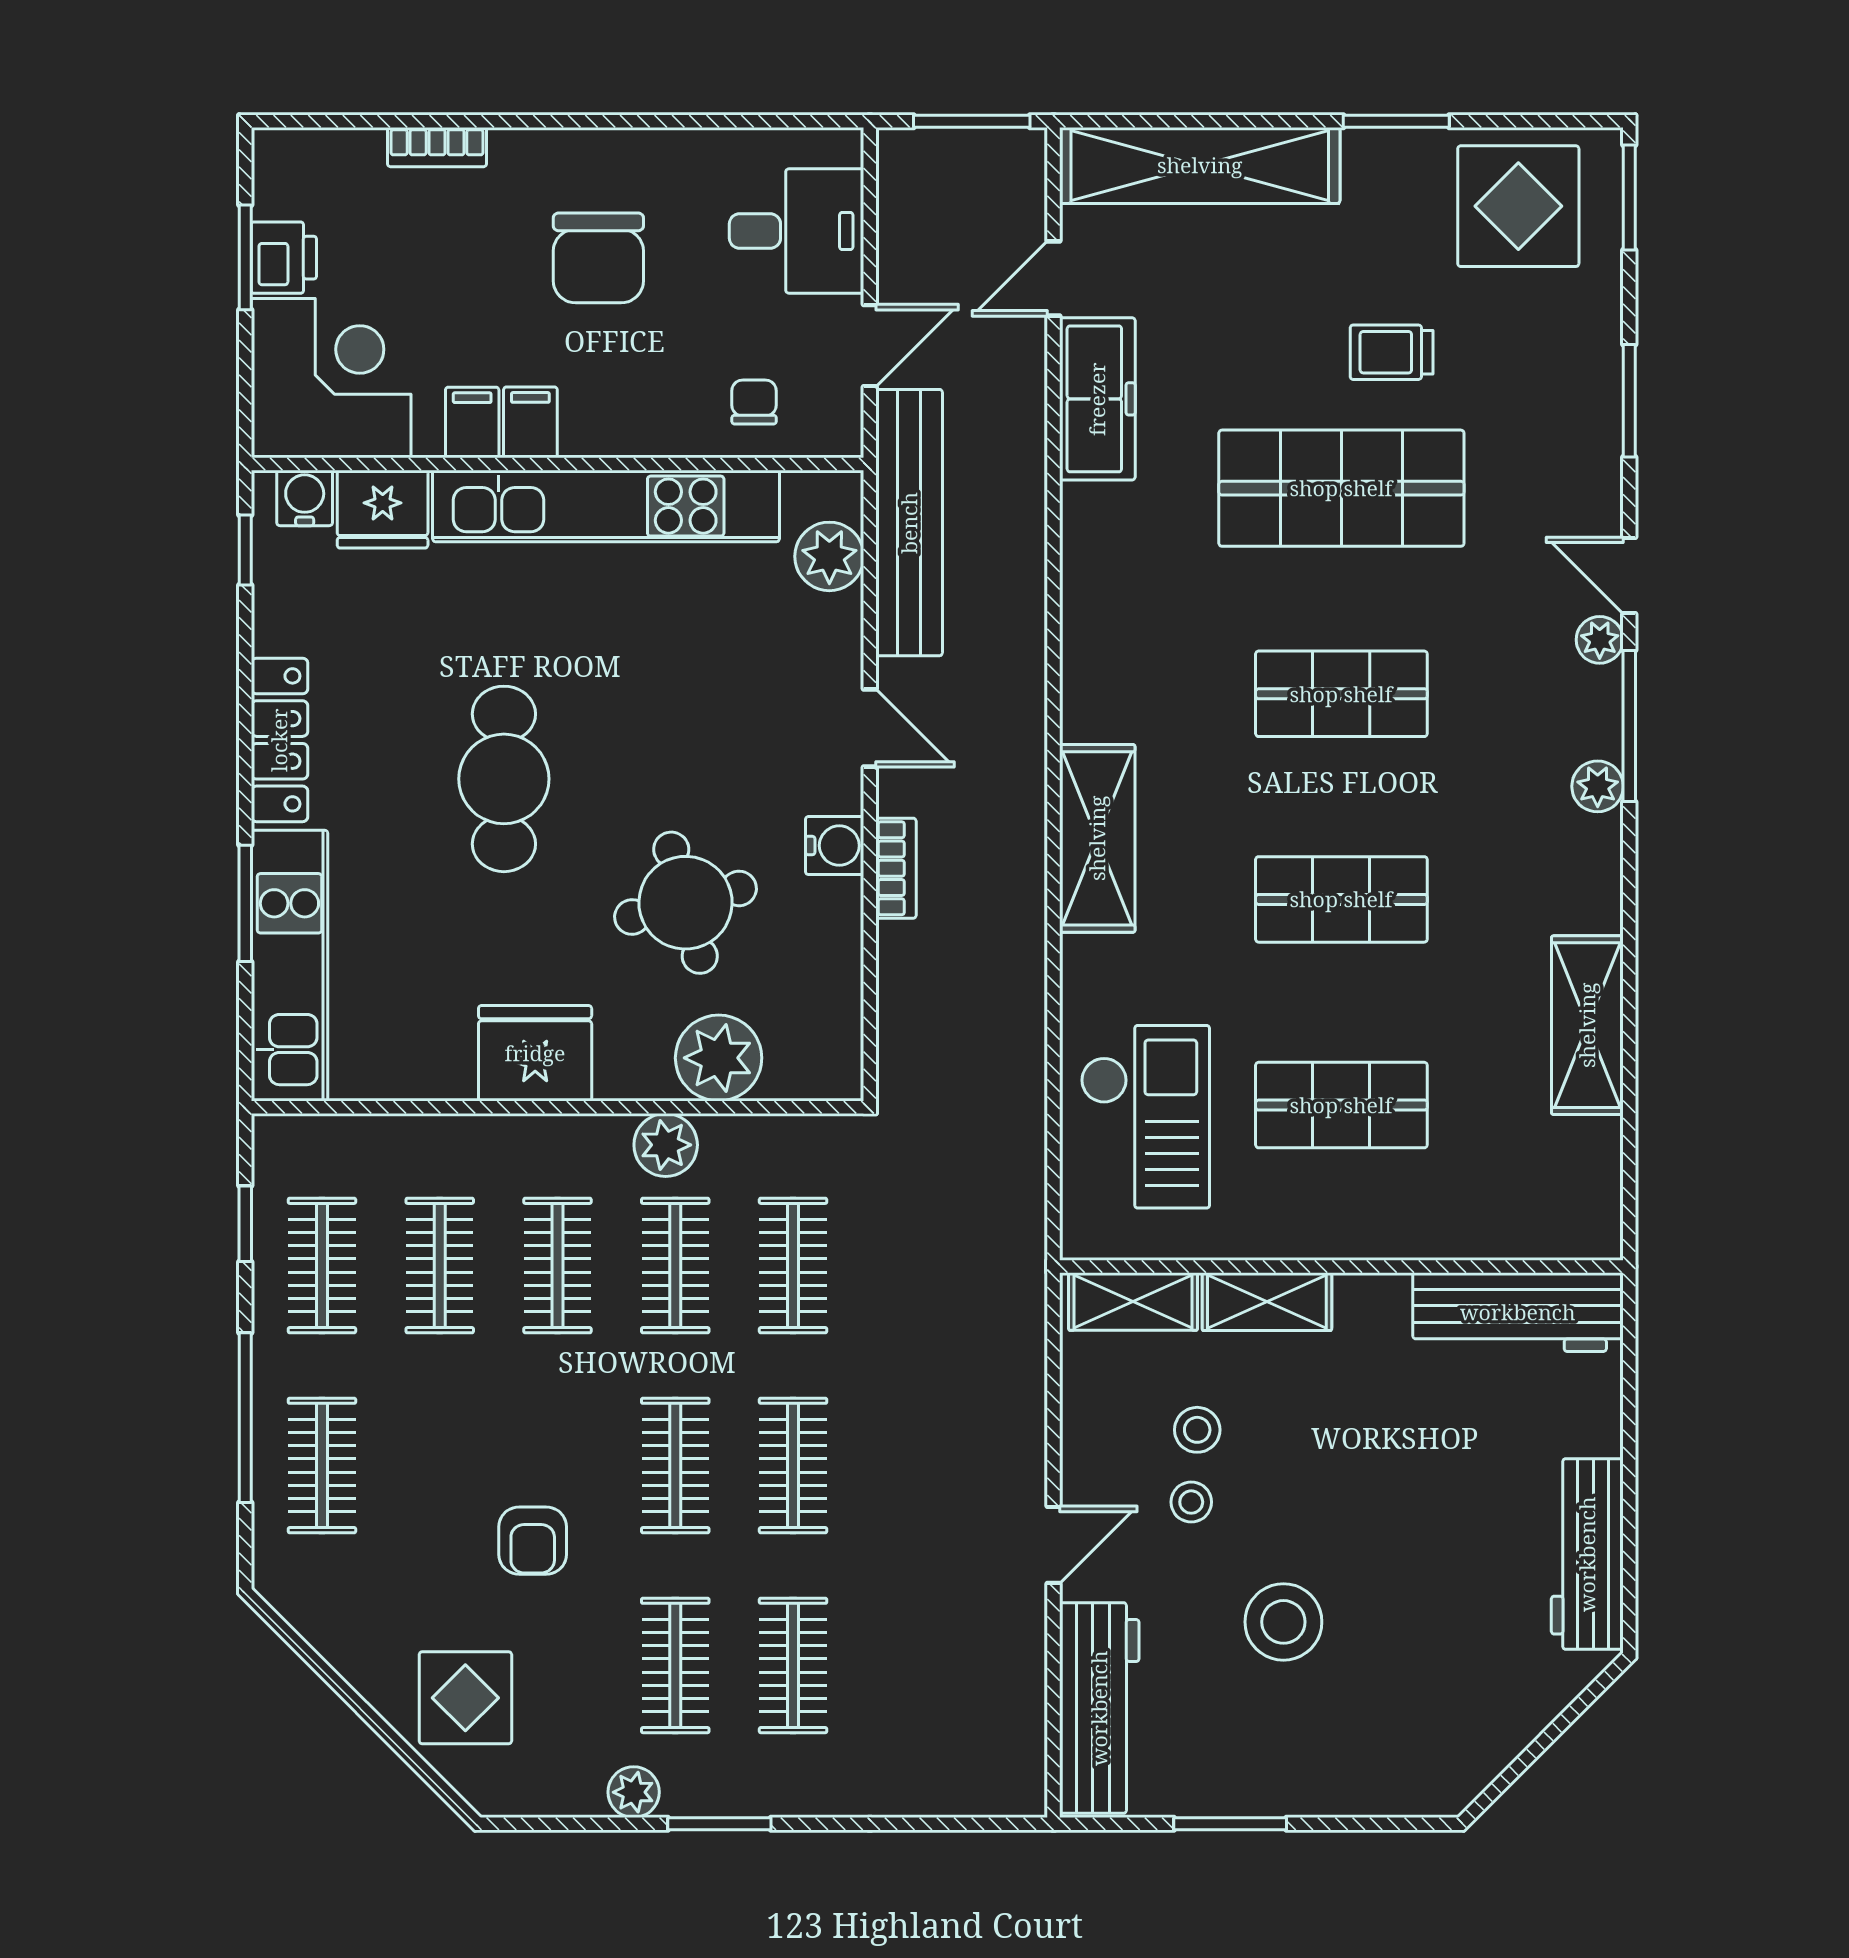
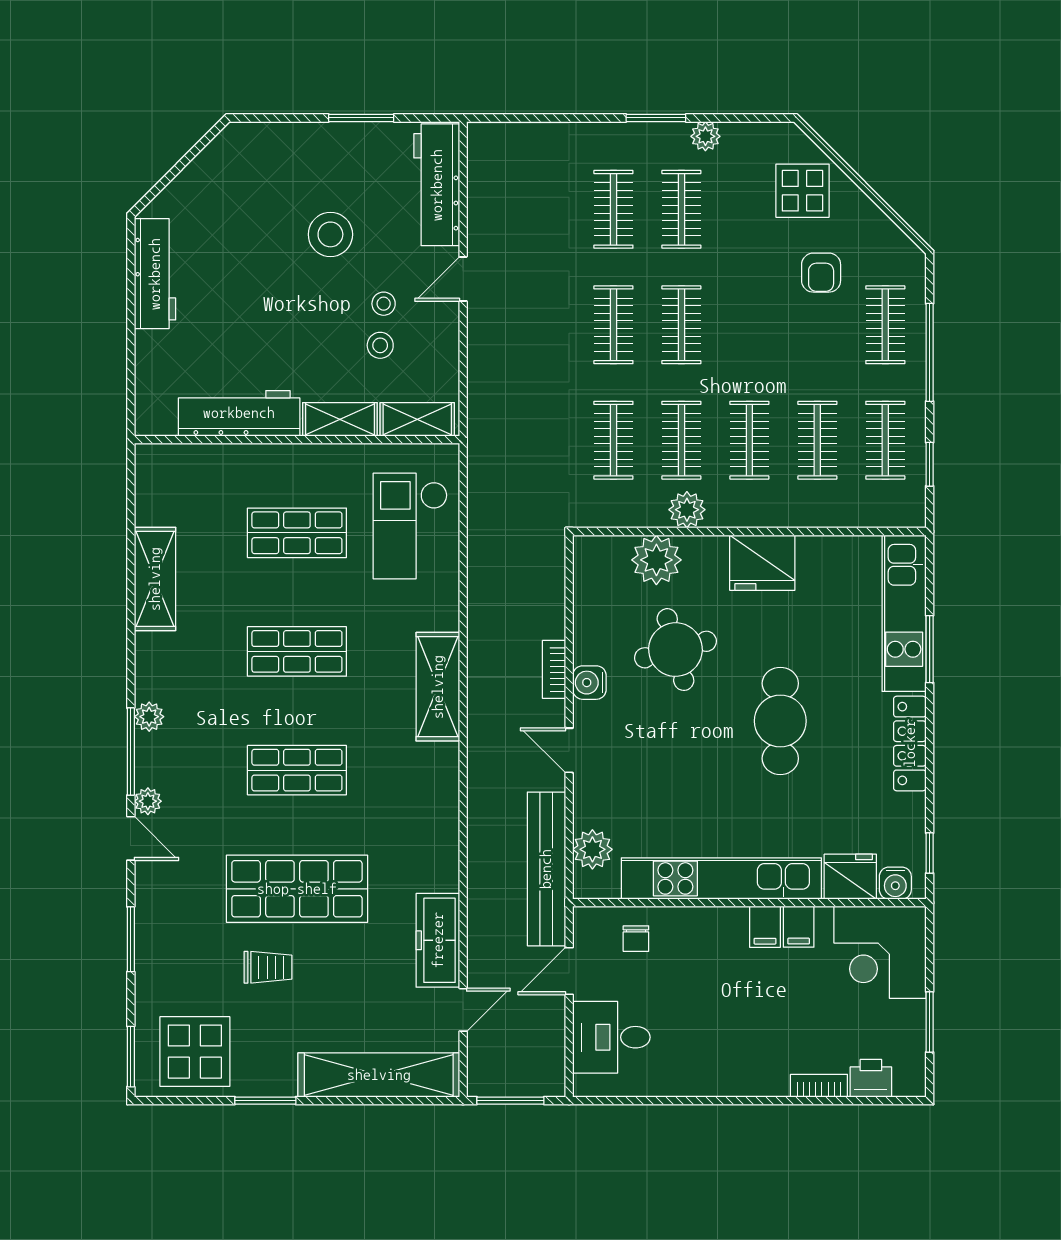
printer: (284, 258) -> (871, 1078), moved, turned 90
chair: (598, 258) -> (726, 1022), removed
workbench: (1518, 1312) -> (239, 413), moved
armchair: (533, 1541) -> (821, 273), moved, turned 180

